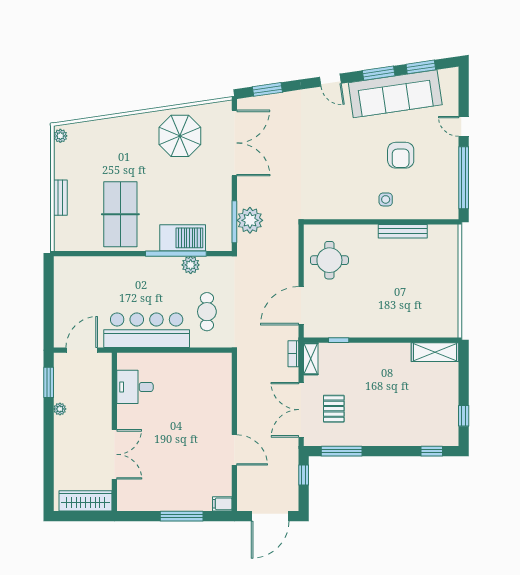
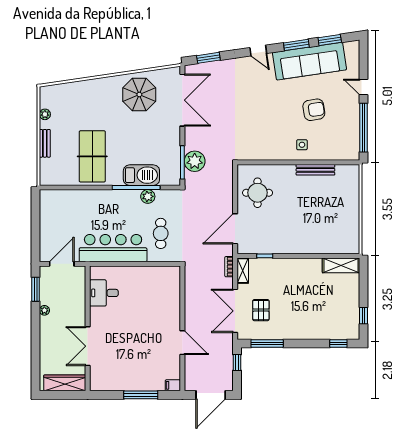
plant: (60, 136) -> (45, 114), moved
armchair: (401, 155) -> (314, 110), turned -99
double door: (114, 454) -> (88, 346), swing flipped

